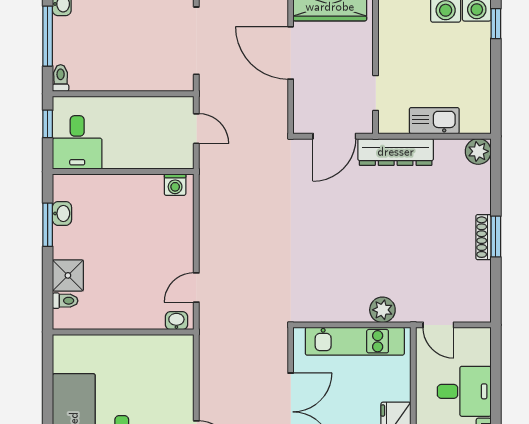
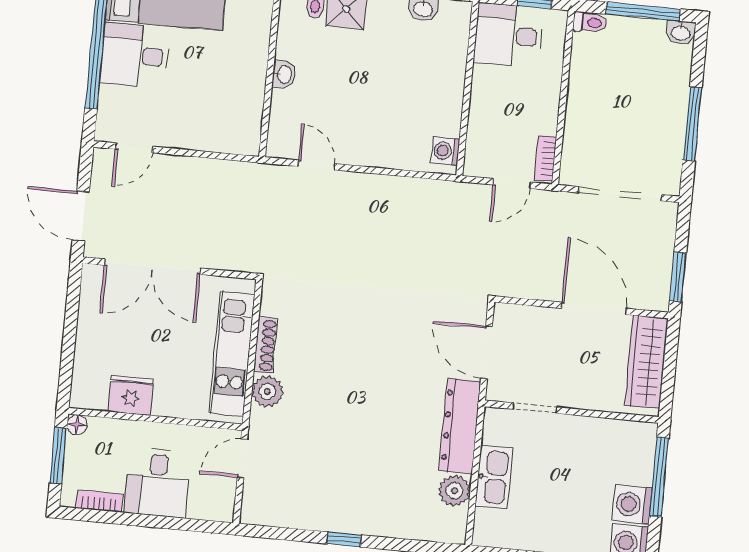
door: (291, 53) -> (594, 308), hinge flipped
bookcase: (173, 103) -> (545, 158), added
plant: (478, 151) -> (454, 491), moved
shoe rack: (483, 237) -> (265, 345), moved, turned 90
window: (496, 237) -> (344, 539), width x0.67
washbasin: (176, 321) -> (284, 74), moved

